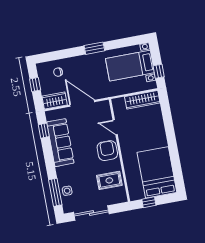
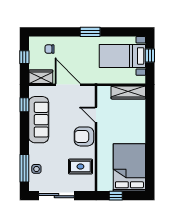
window: (159, 71) -> (150, 55), moved
armchair: (107, 151) -> (84, 136), turned -90

